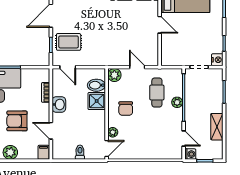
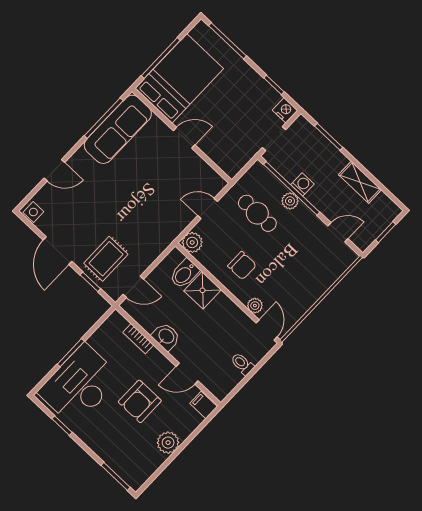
washing machine: (190, 154) -> (302, 184), moved

